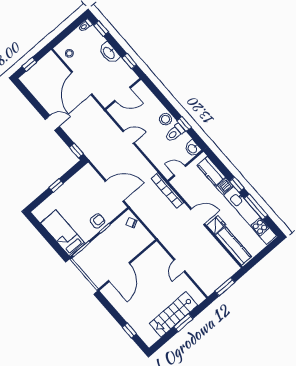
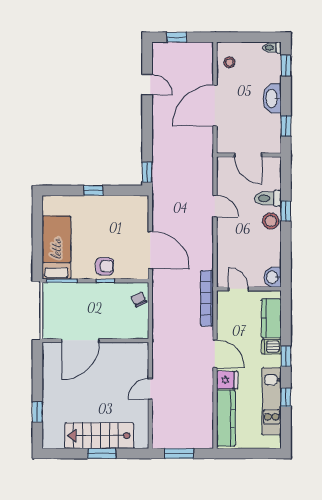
door: (52, 123) -> (147, 85), moved
window: (184, 124) -> (286, 211), moved
toilet: (175, 133) -> (268, 198), moved
window: (256, 207) -> (286, 397), width x0.46
kitchen unit: (250, 216) -> (272, 401), width x0.73

